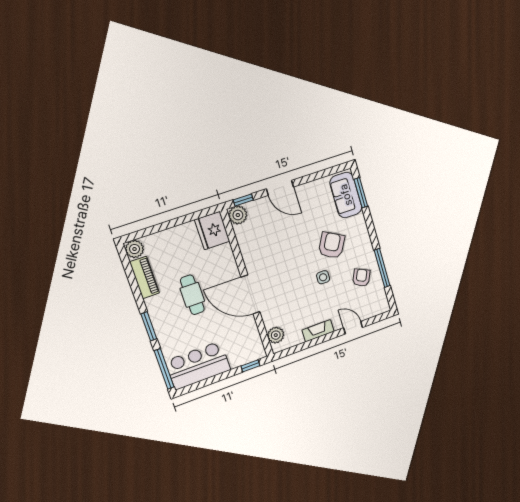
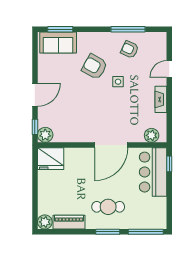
cafe table: (192, 295) -> (108, 207), moved
bar counter: (198, 365) -> (153, 172), moved

